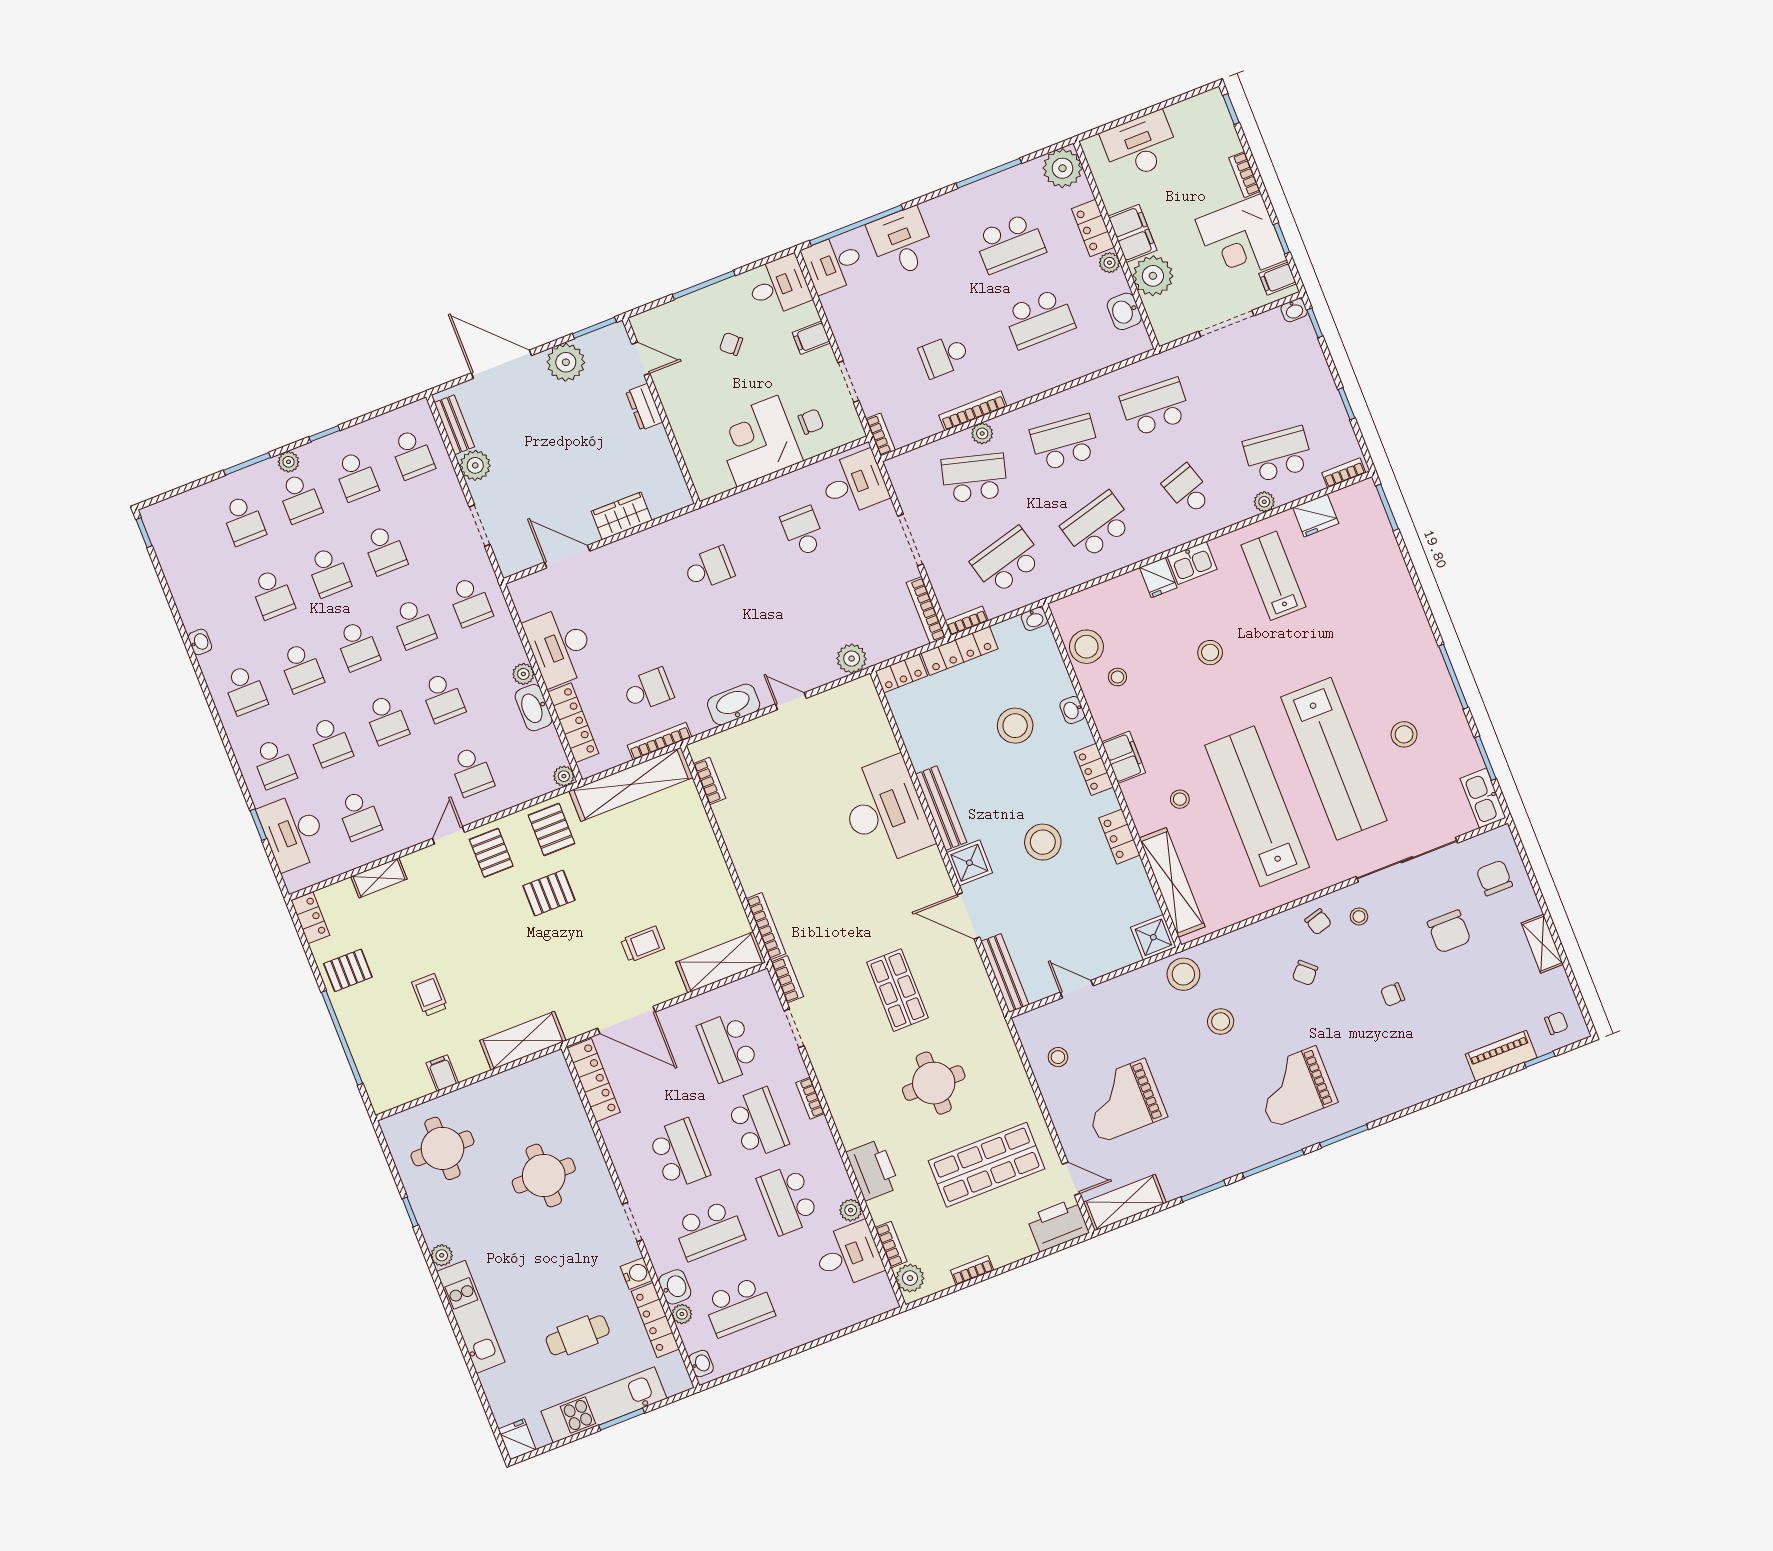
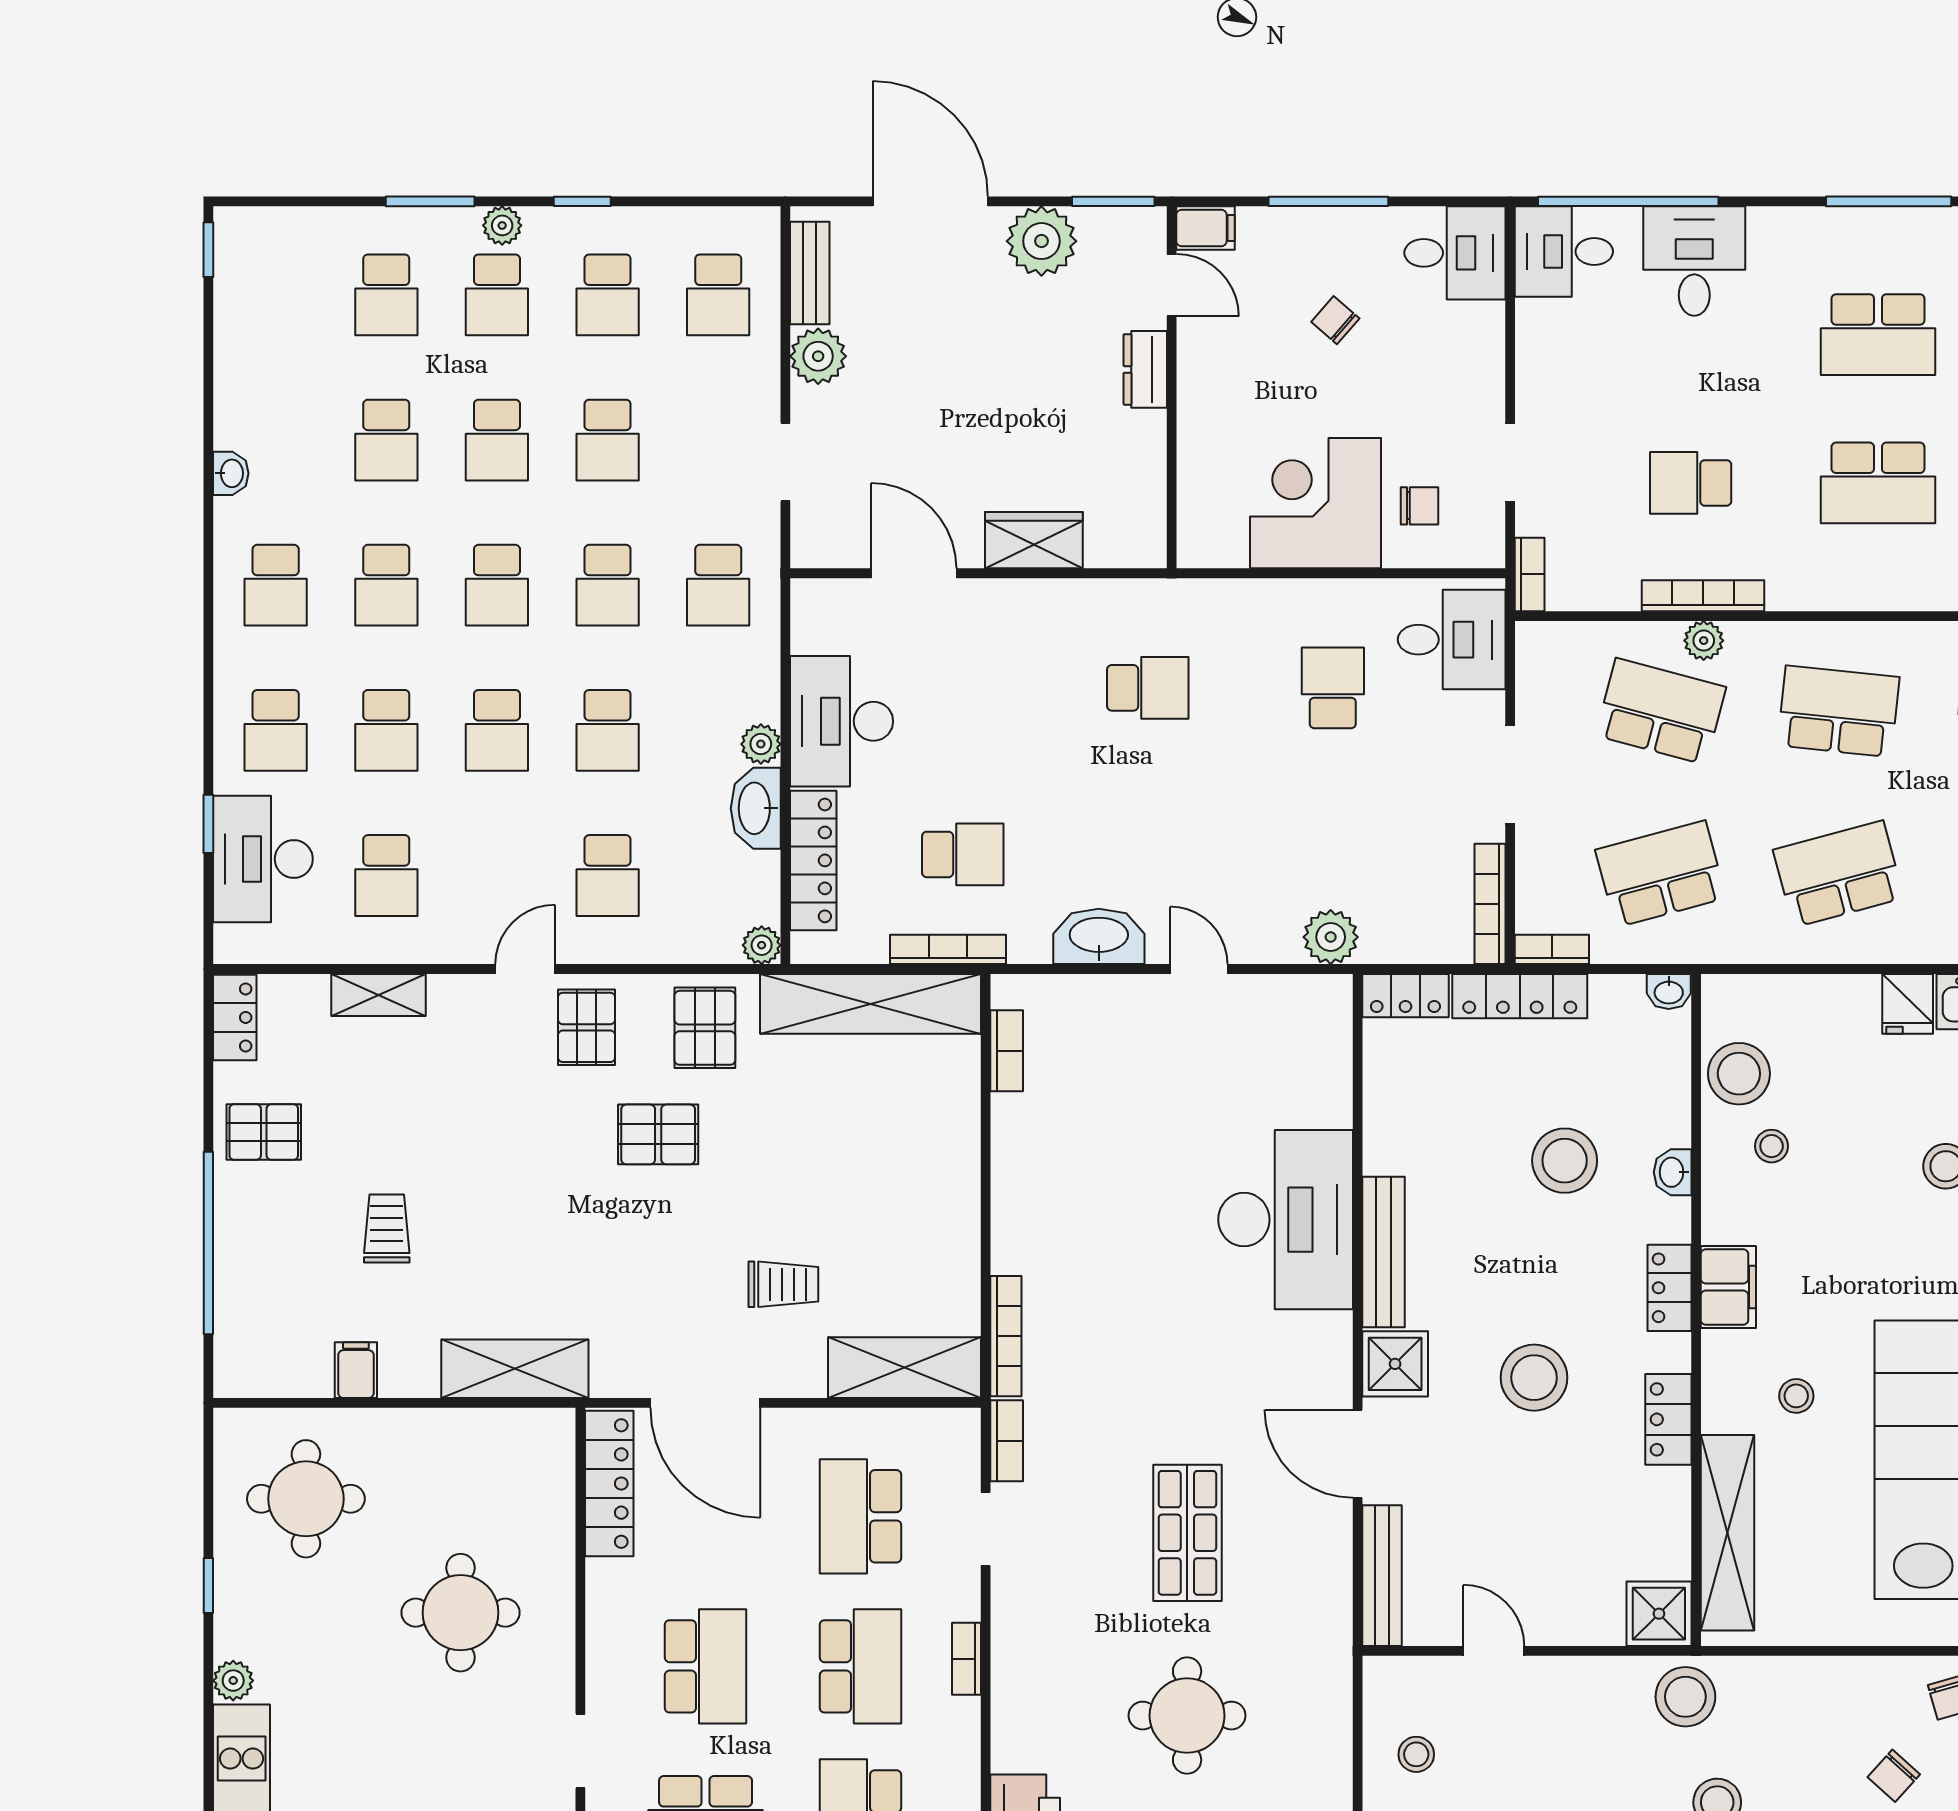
filing cabinet: (811, 338) -> (1206, 228), moved, turned 180

